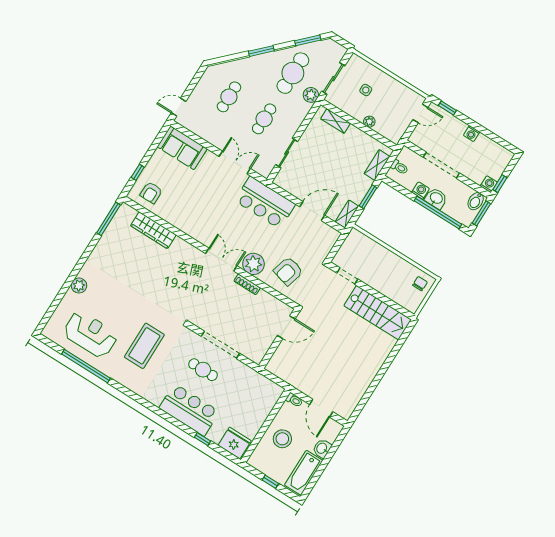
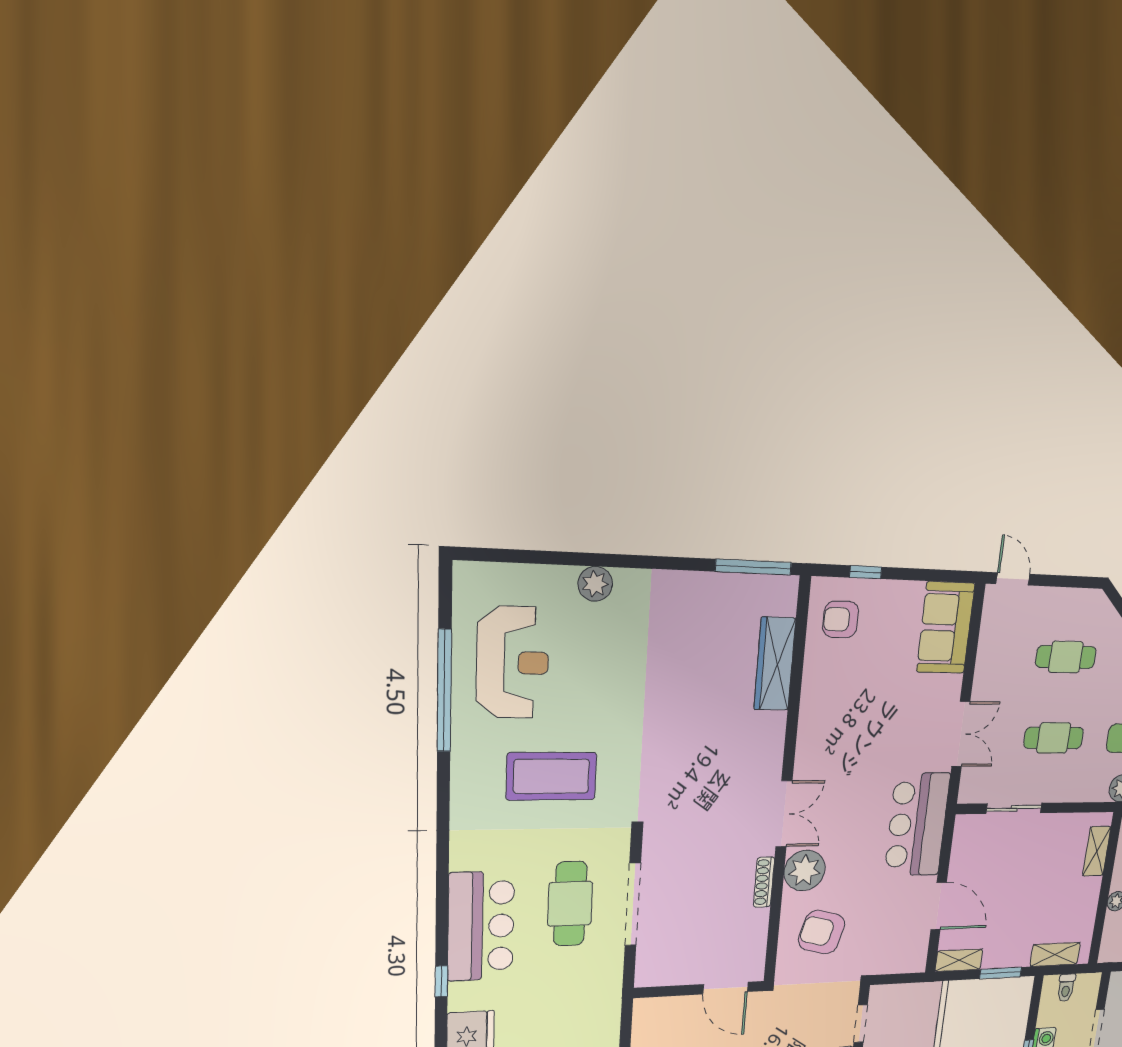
cafe table: (203, 370) -> (570, 904), width x1.37, depth x1.35

